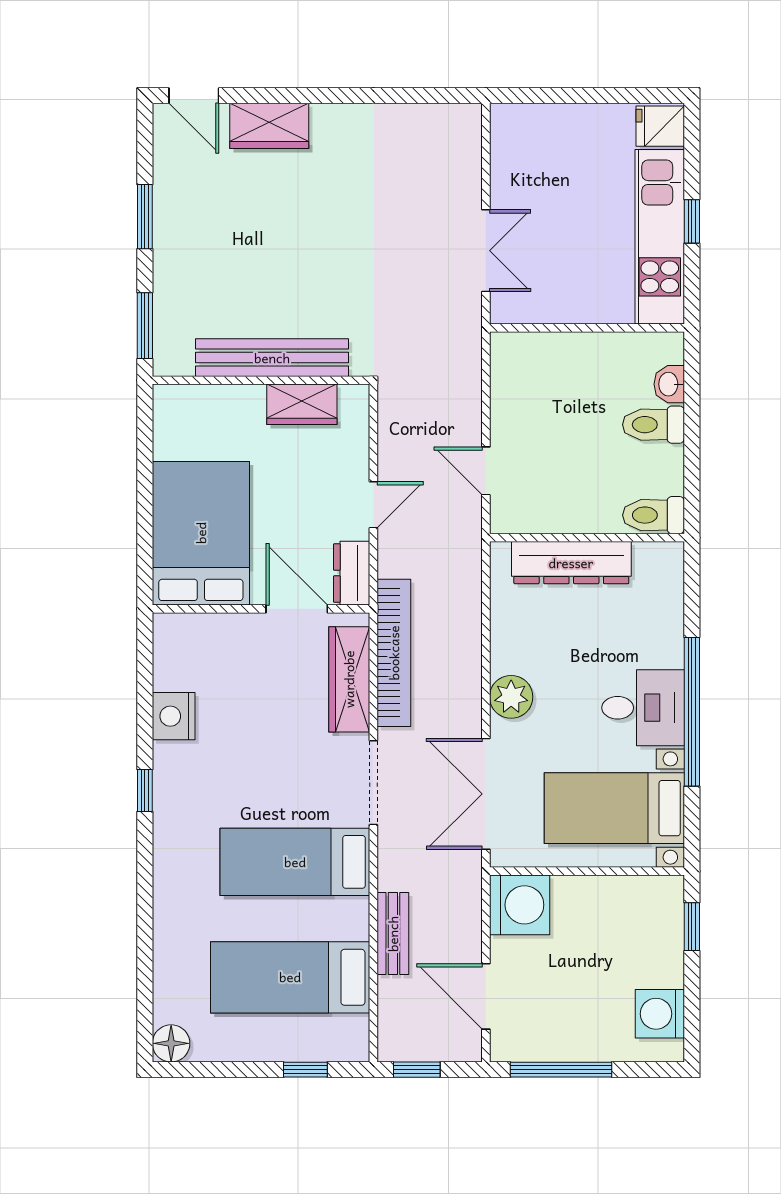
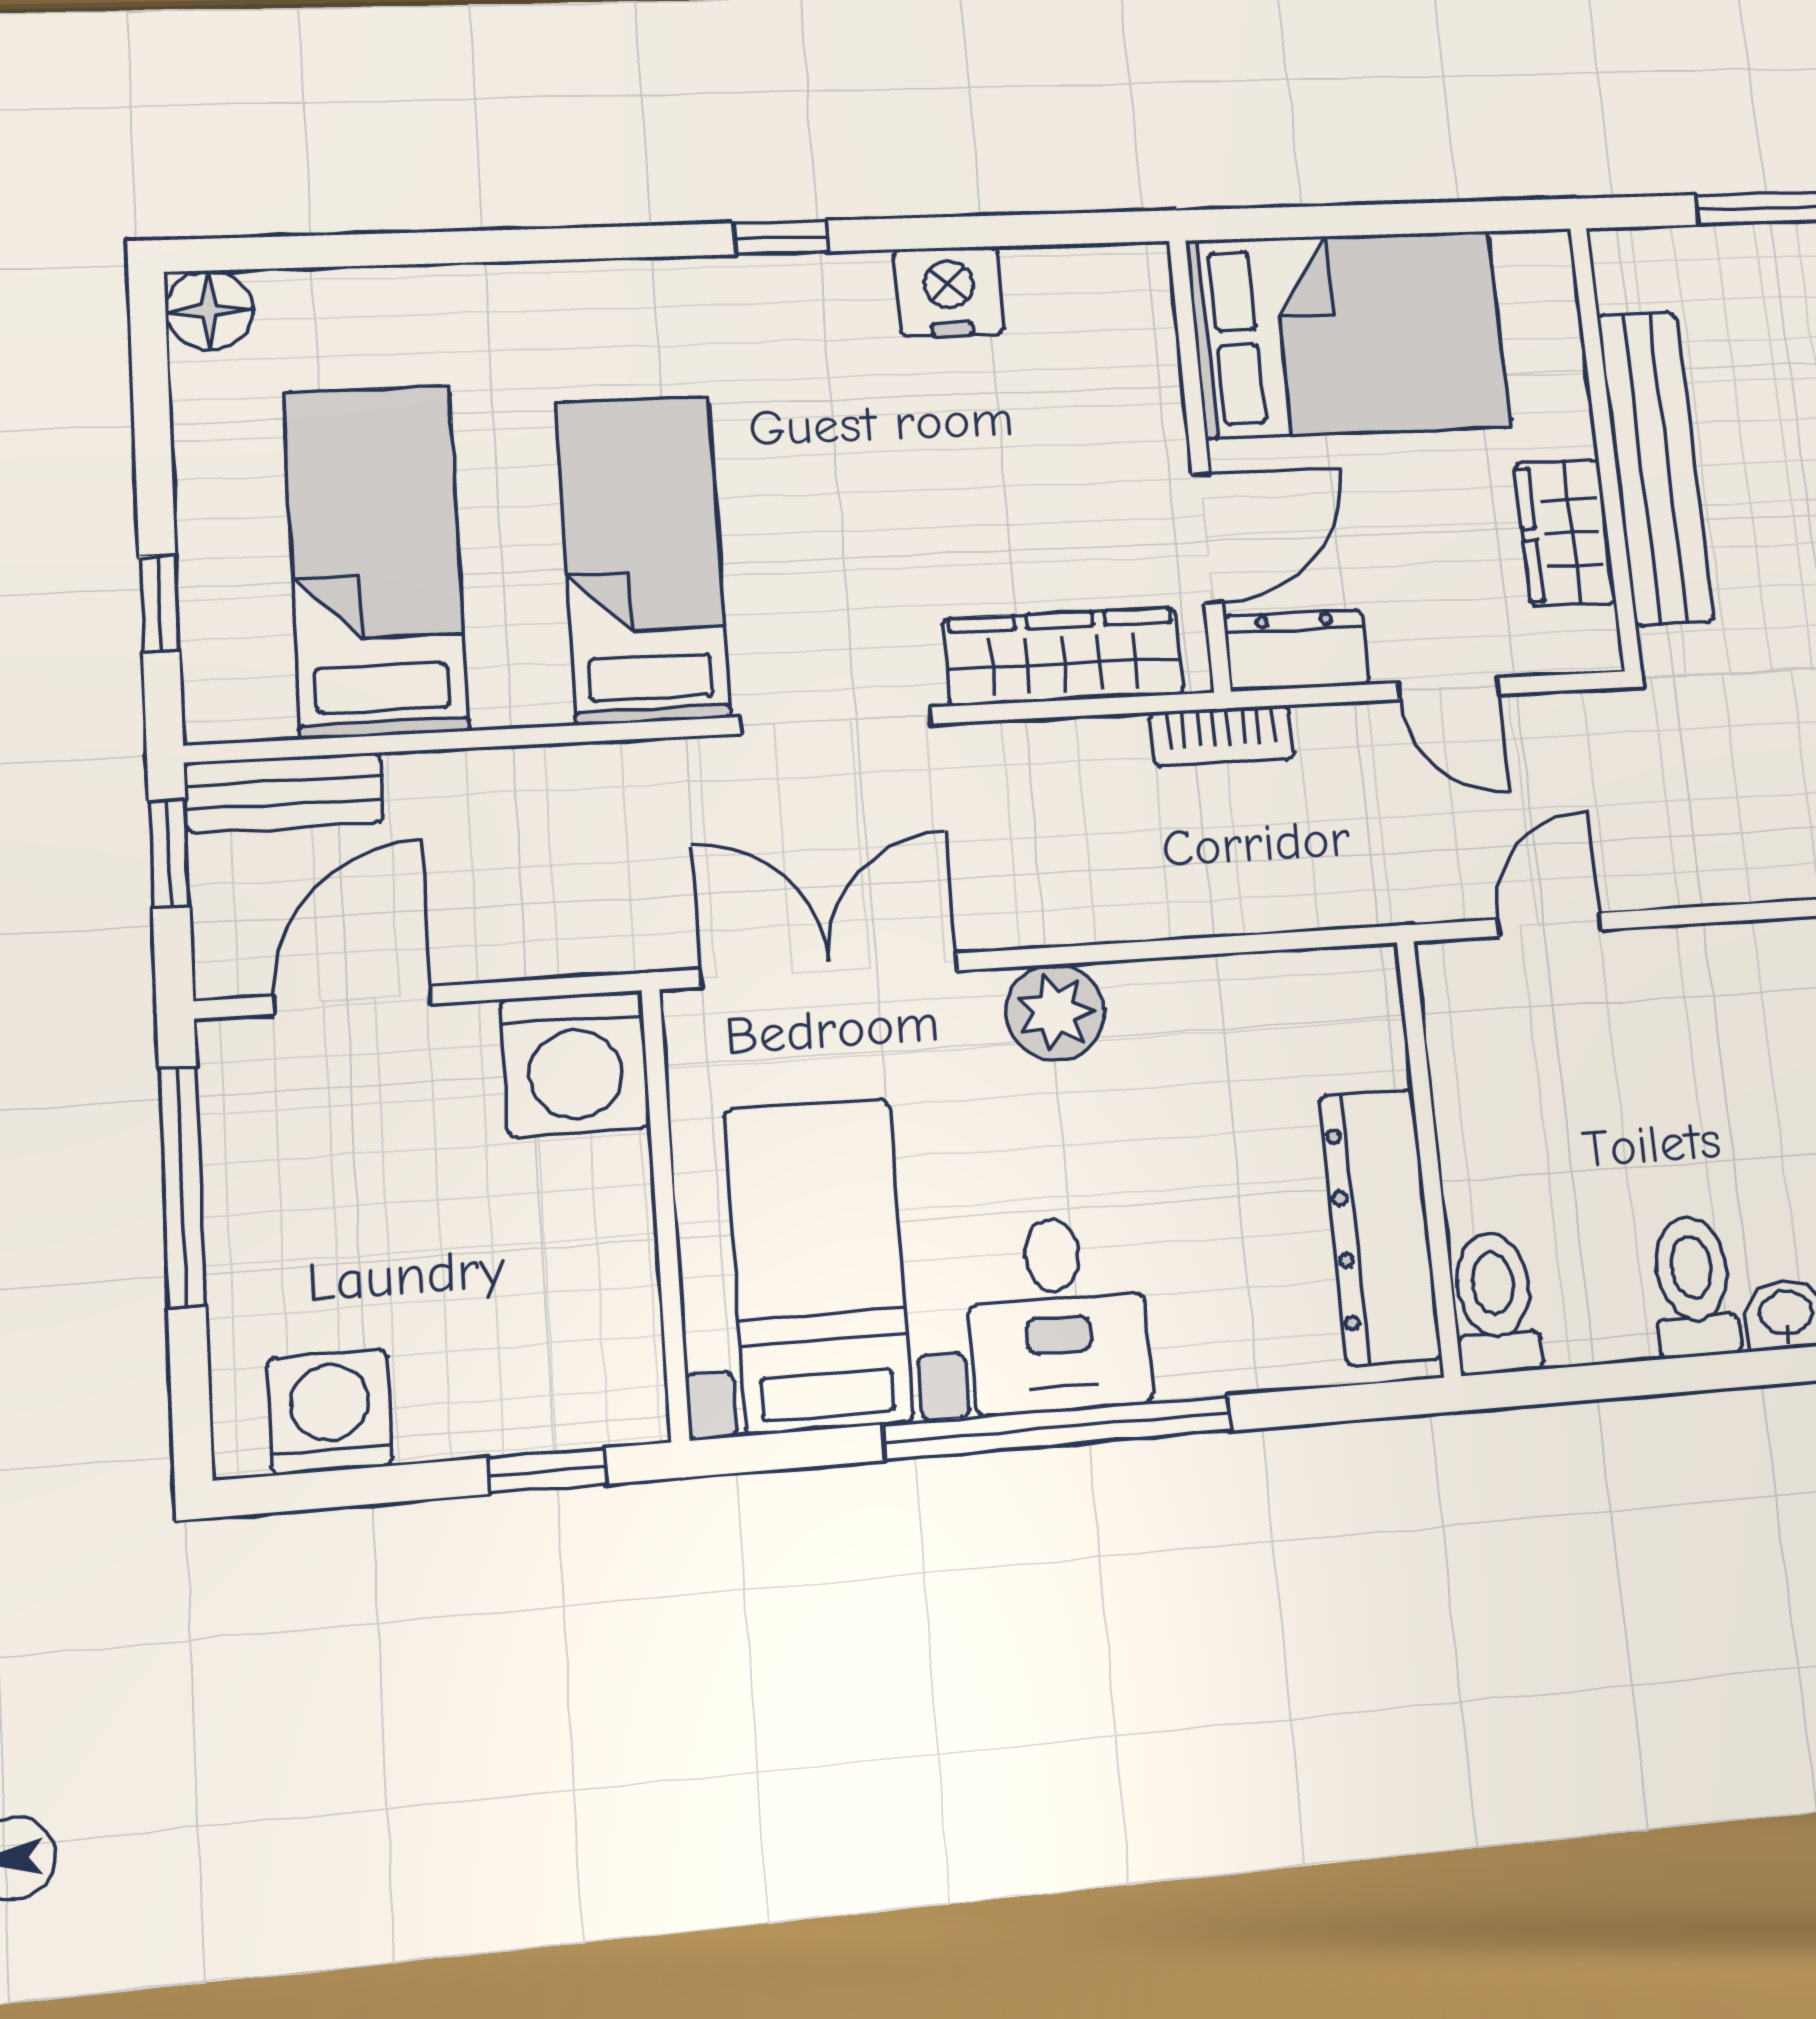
bench: (272, 358) -> (1655, 467), moved
wall: (261, 380) -> (1605, 447), moved
wardrobe: (302, 404) -> (1565, 533), moved
dresser: (571, 563) -> (1380, 1227), moved
bookcase: (394, 653) -> (1222, 736), width x0.43, depth x0.76
bench: (393, 934) -> (284, 793), moved

